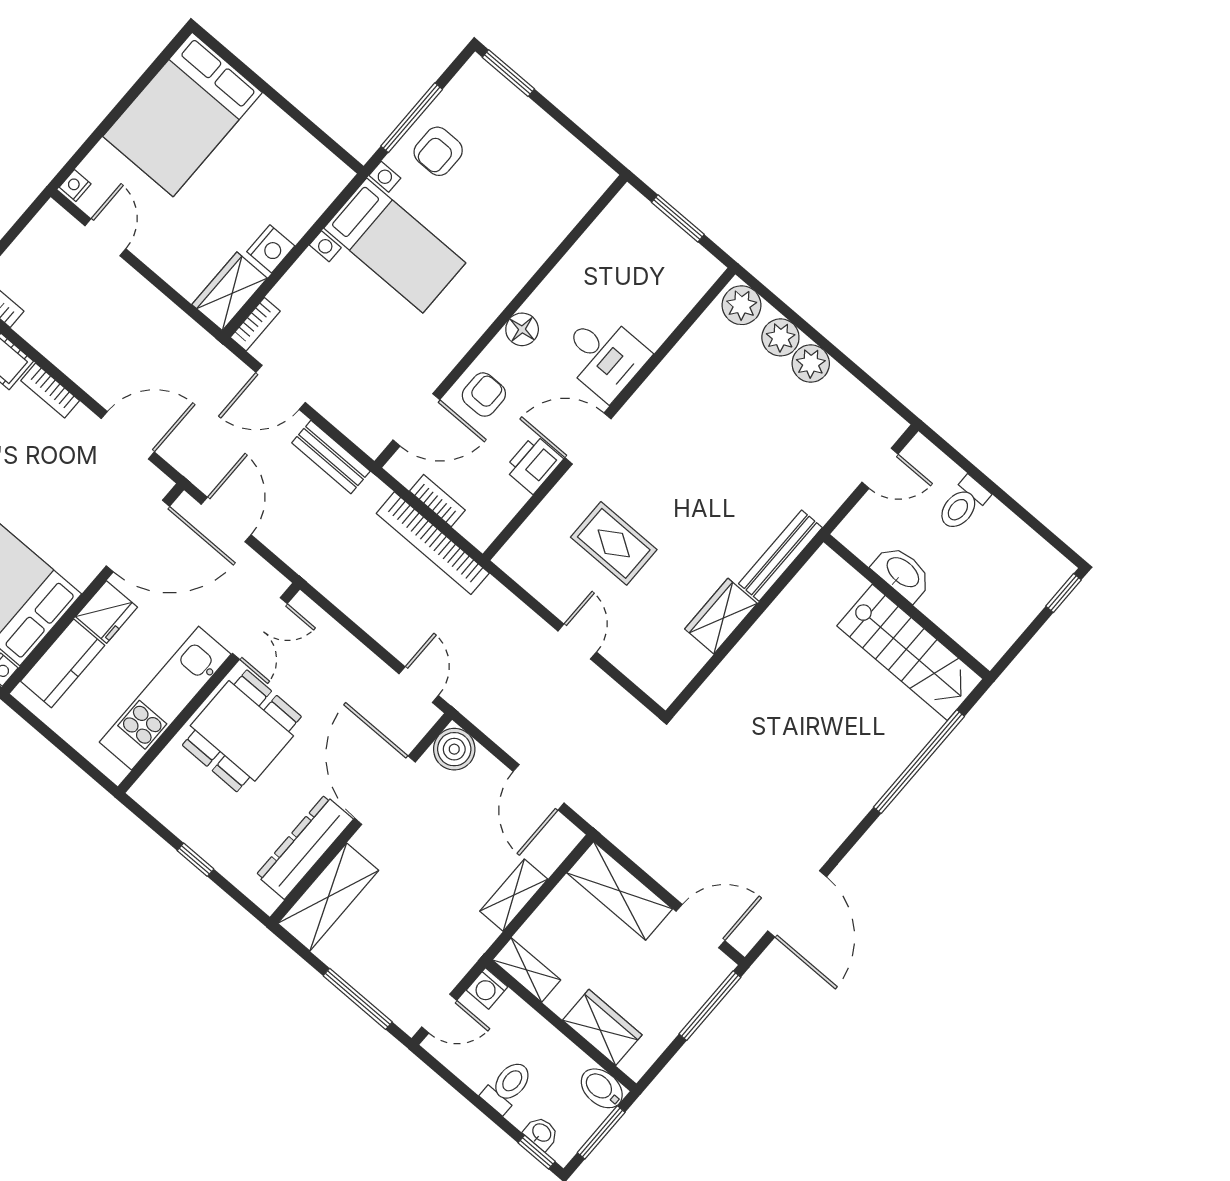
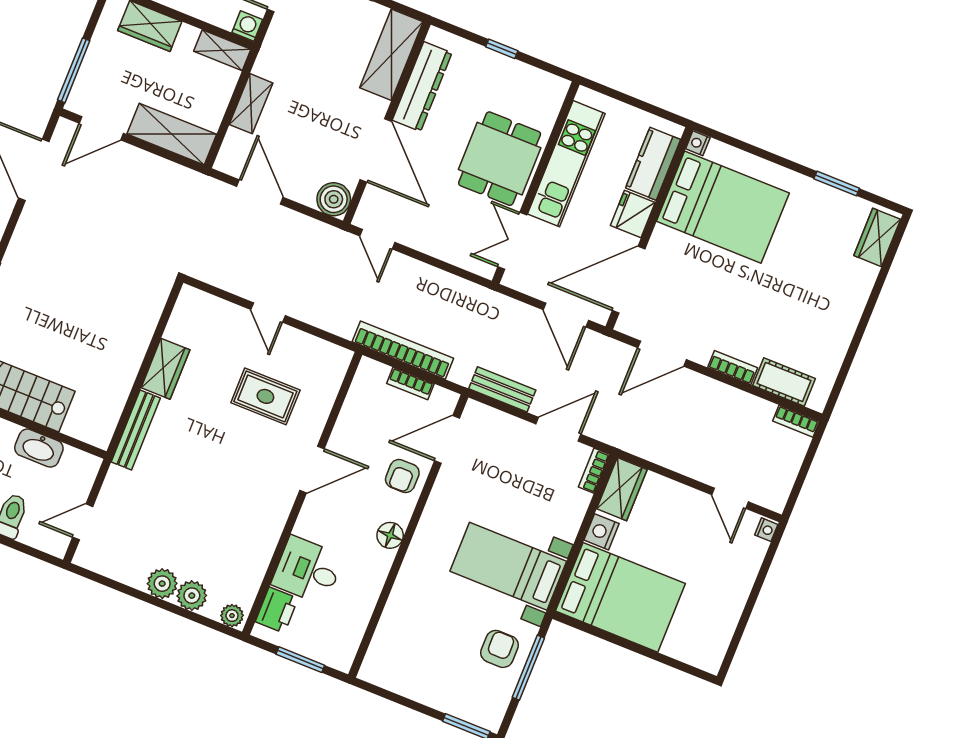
bed: (183, 114) -> (620, 597), moved, turned 90
plant: (742, 305) -> (232, 616), width x0.73, depth x0.73
desk: (604, 356) -> (308, 570), moved
printer: (534, 464) -> (277, 610), moved

